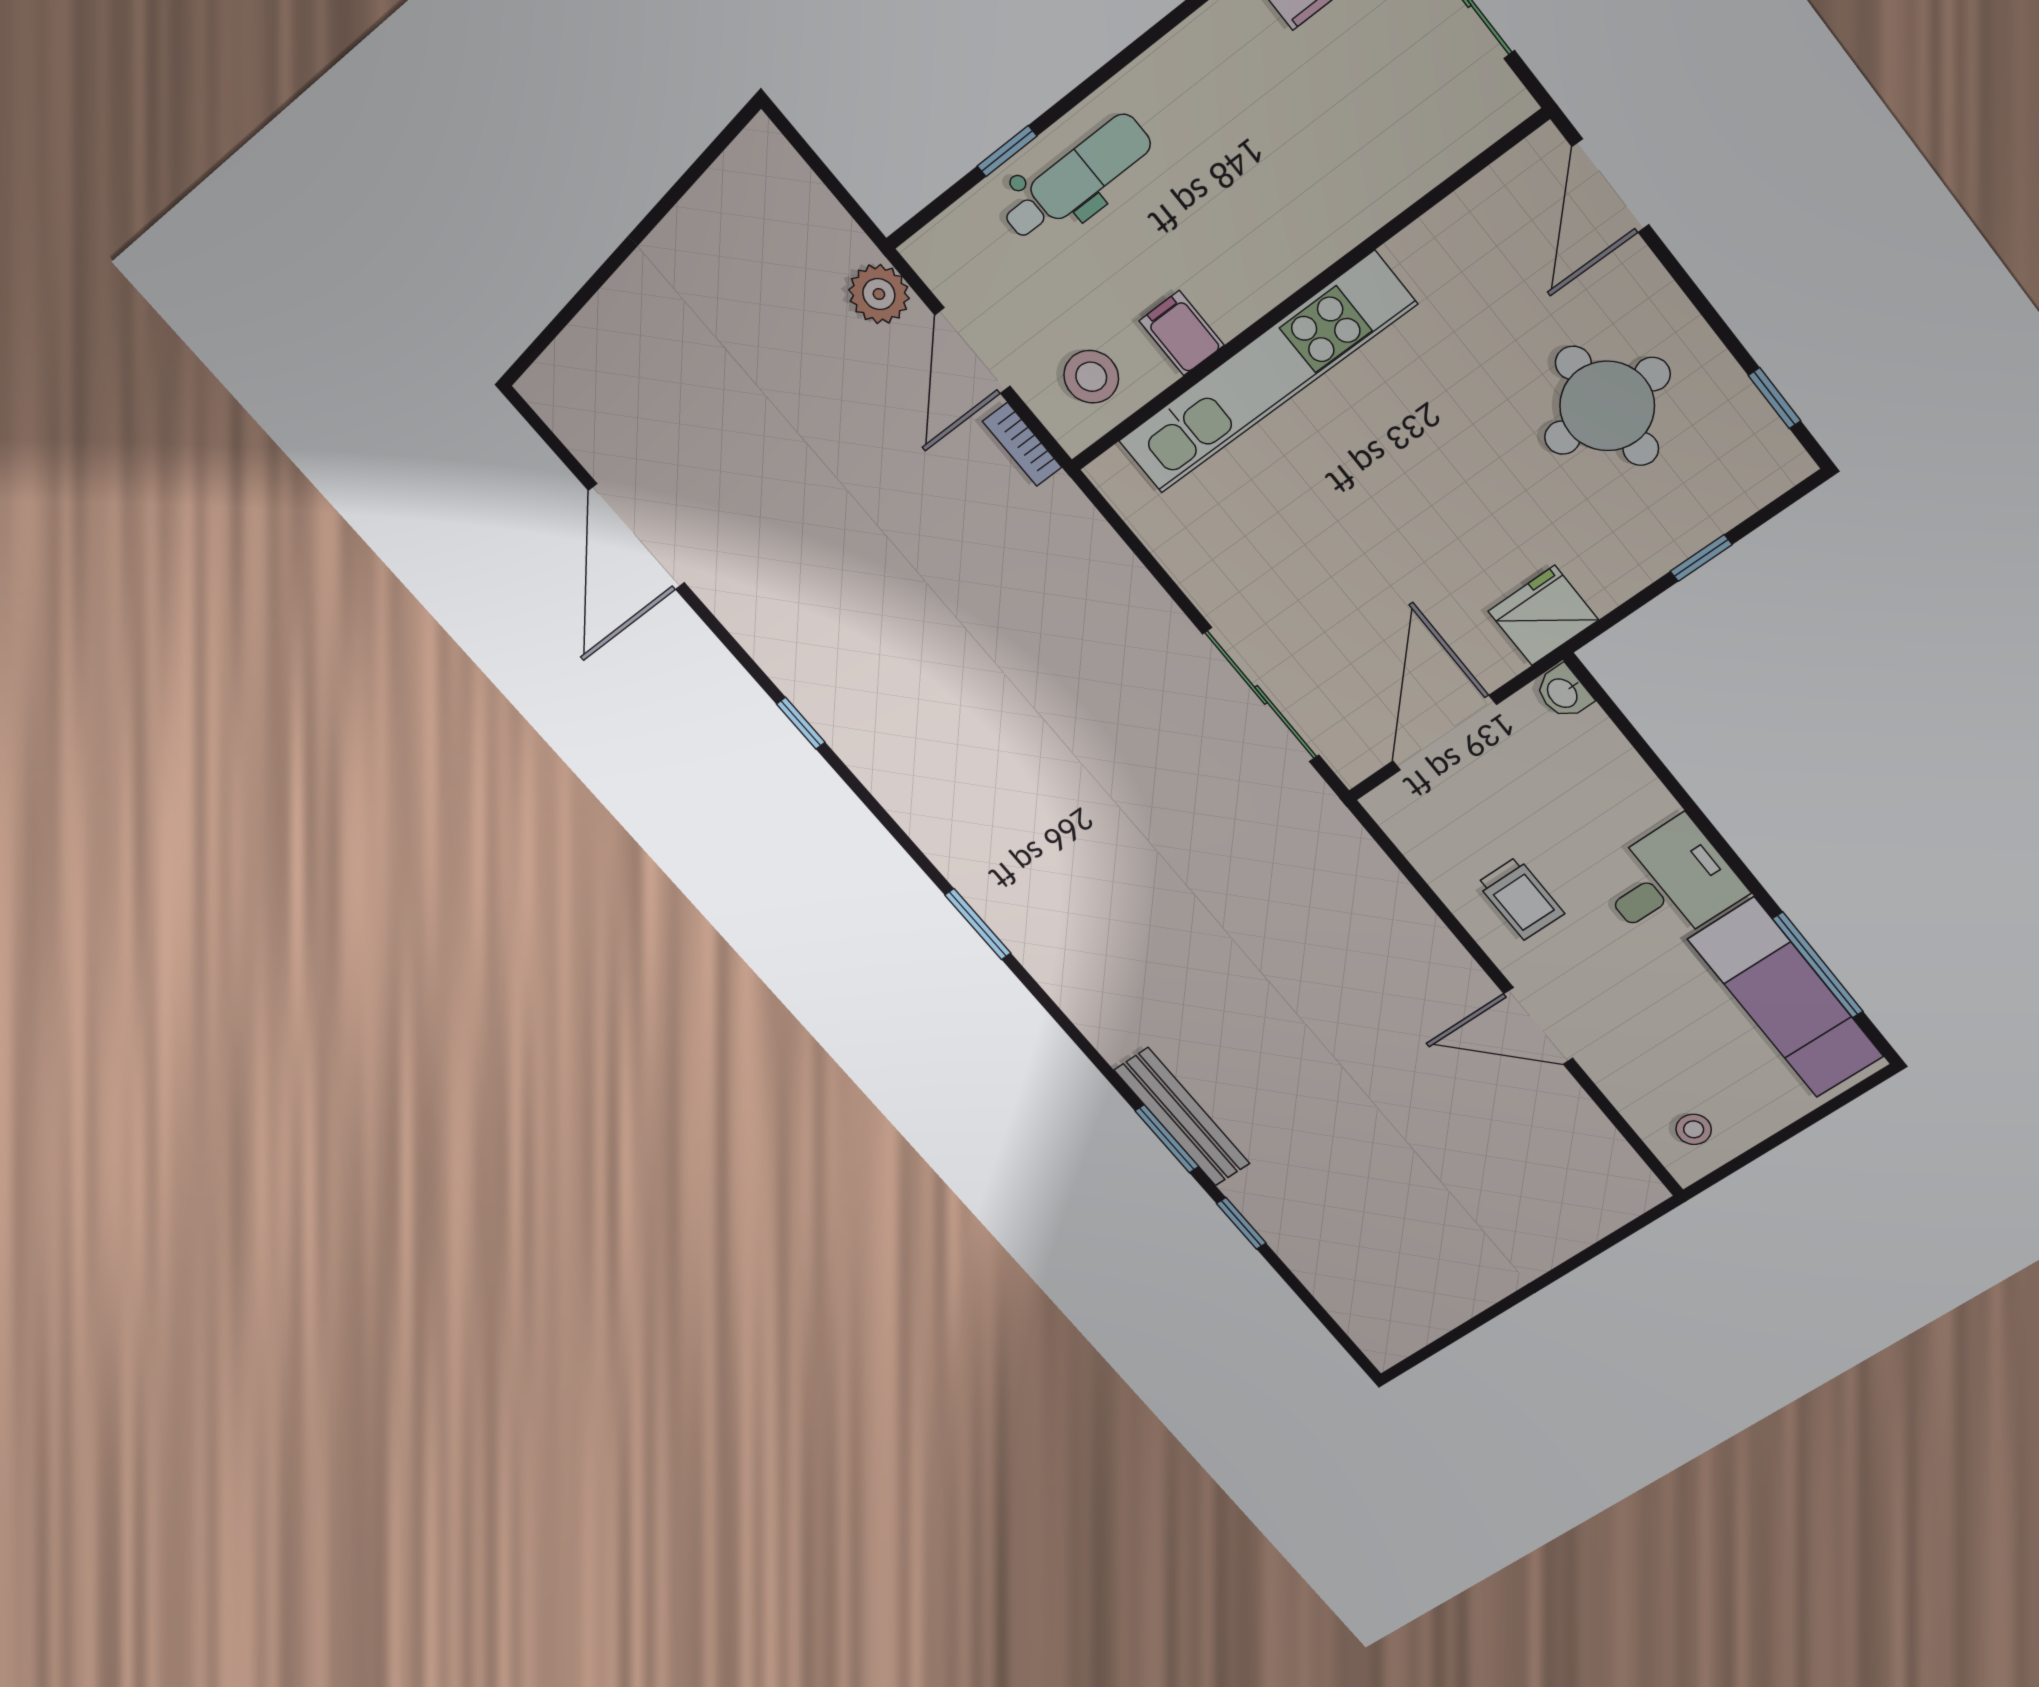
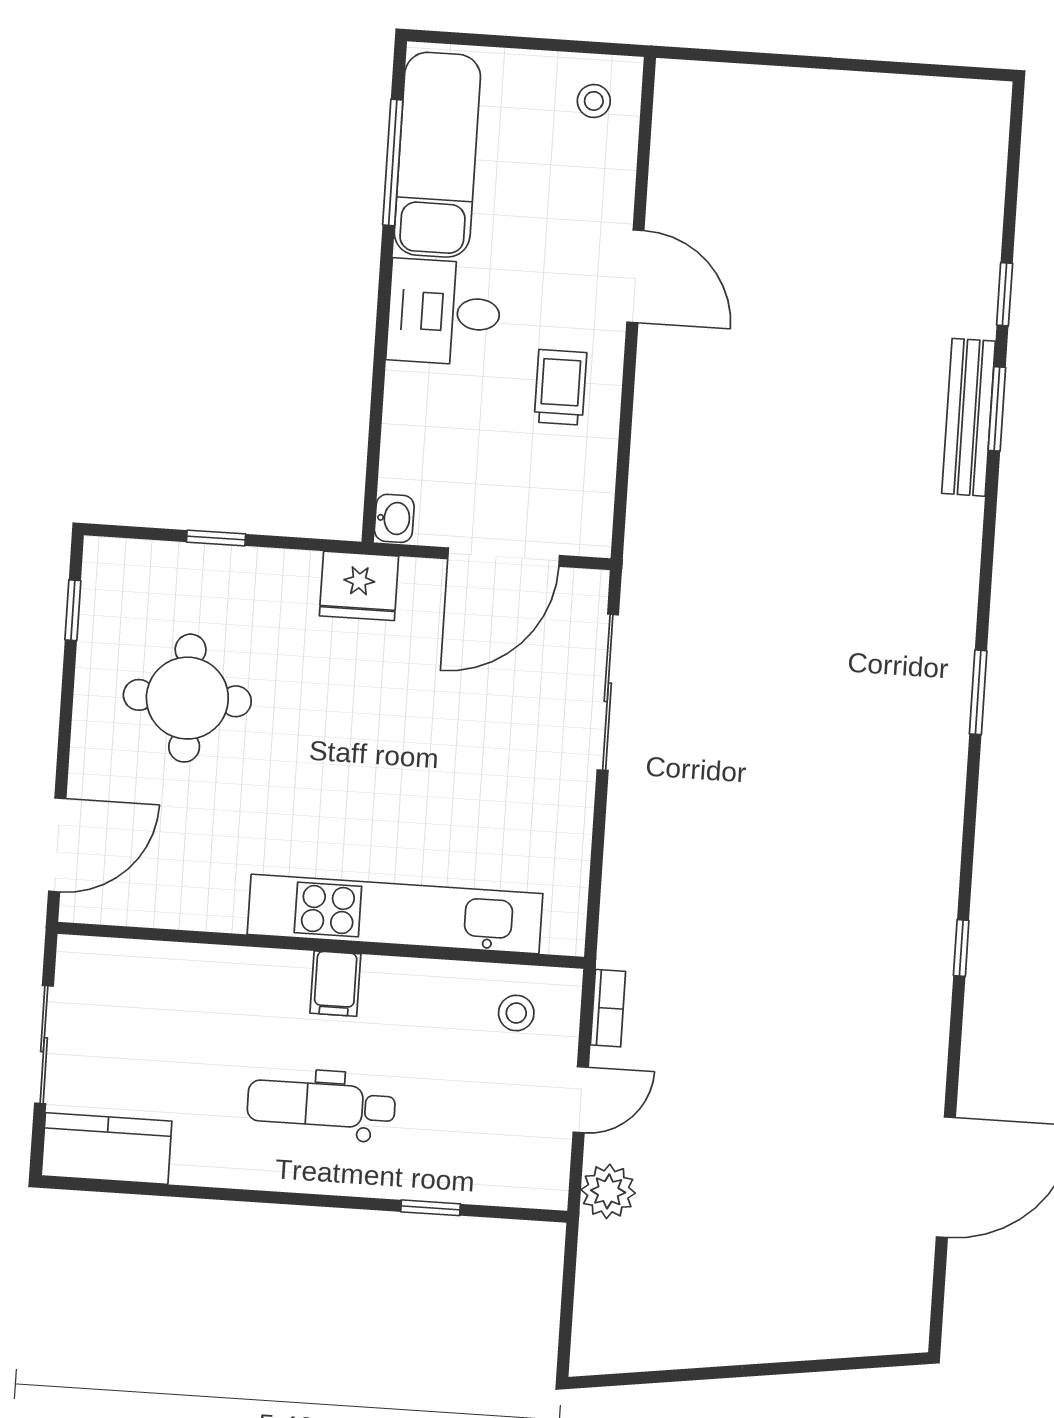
dental chair: (1076, 178) -> (321, 1105), moved
filing cabinet: (1182, 333) -> (335, 984), moved
door: (972, 351) -> (581, 1100), width x0.73
stool: (1091, 377) -> (516, 1013), width x0.73, depth x0.73

